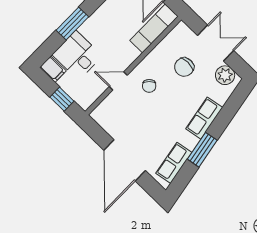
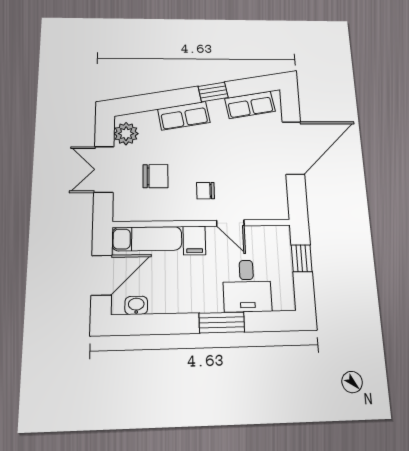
filing cabinet: (53, 69) -> (194, 241), moved, turned 180
chair: (149, 86) -> (205, 191), turned -136
window: (202, 150) -> (213, 92), width x0.67

